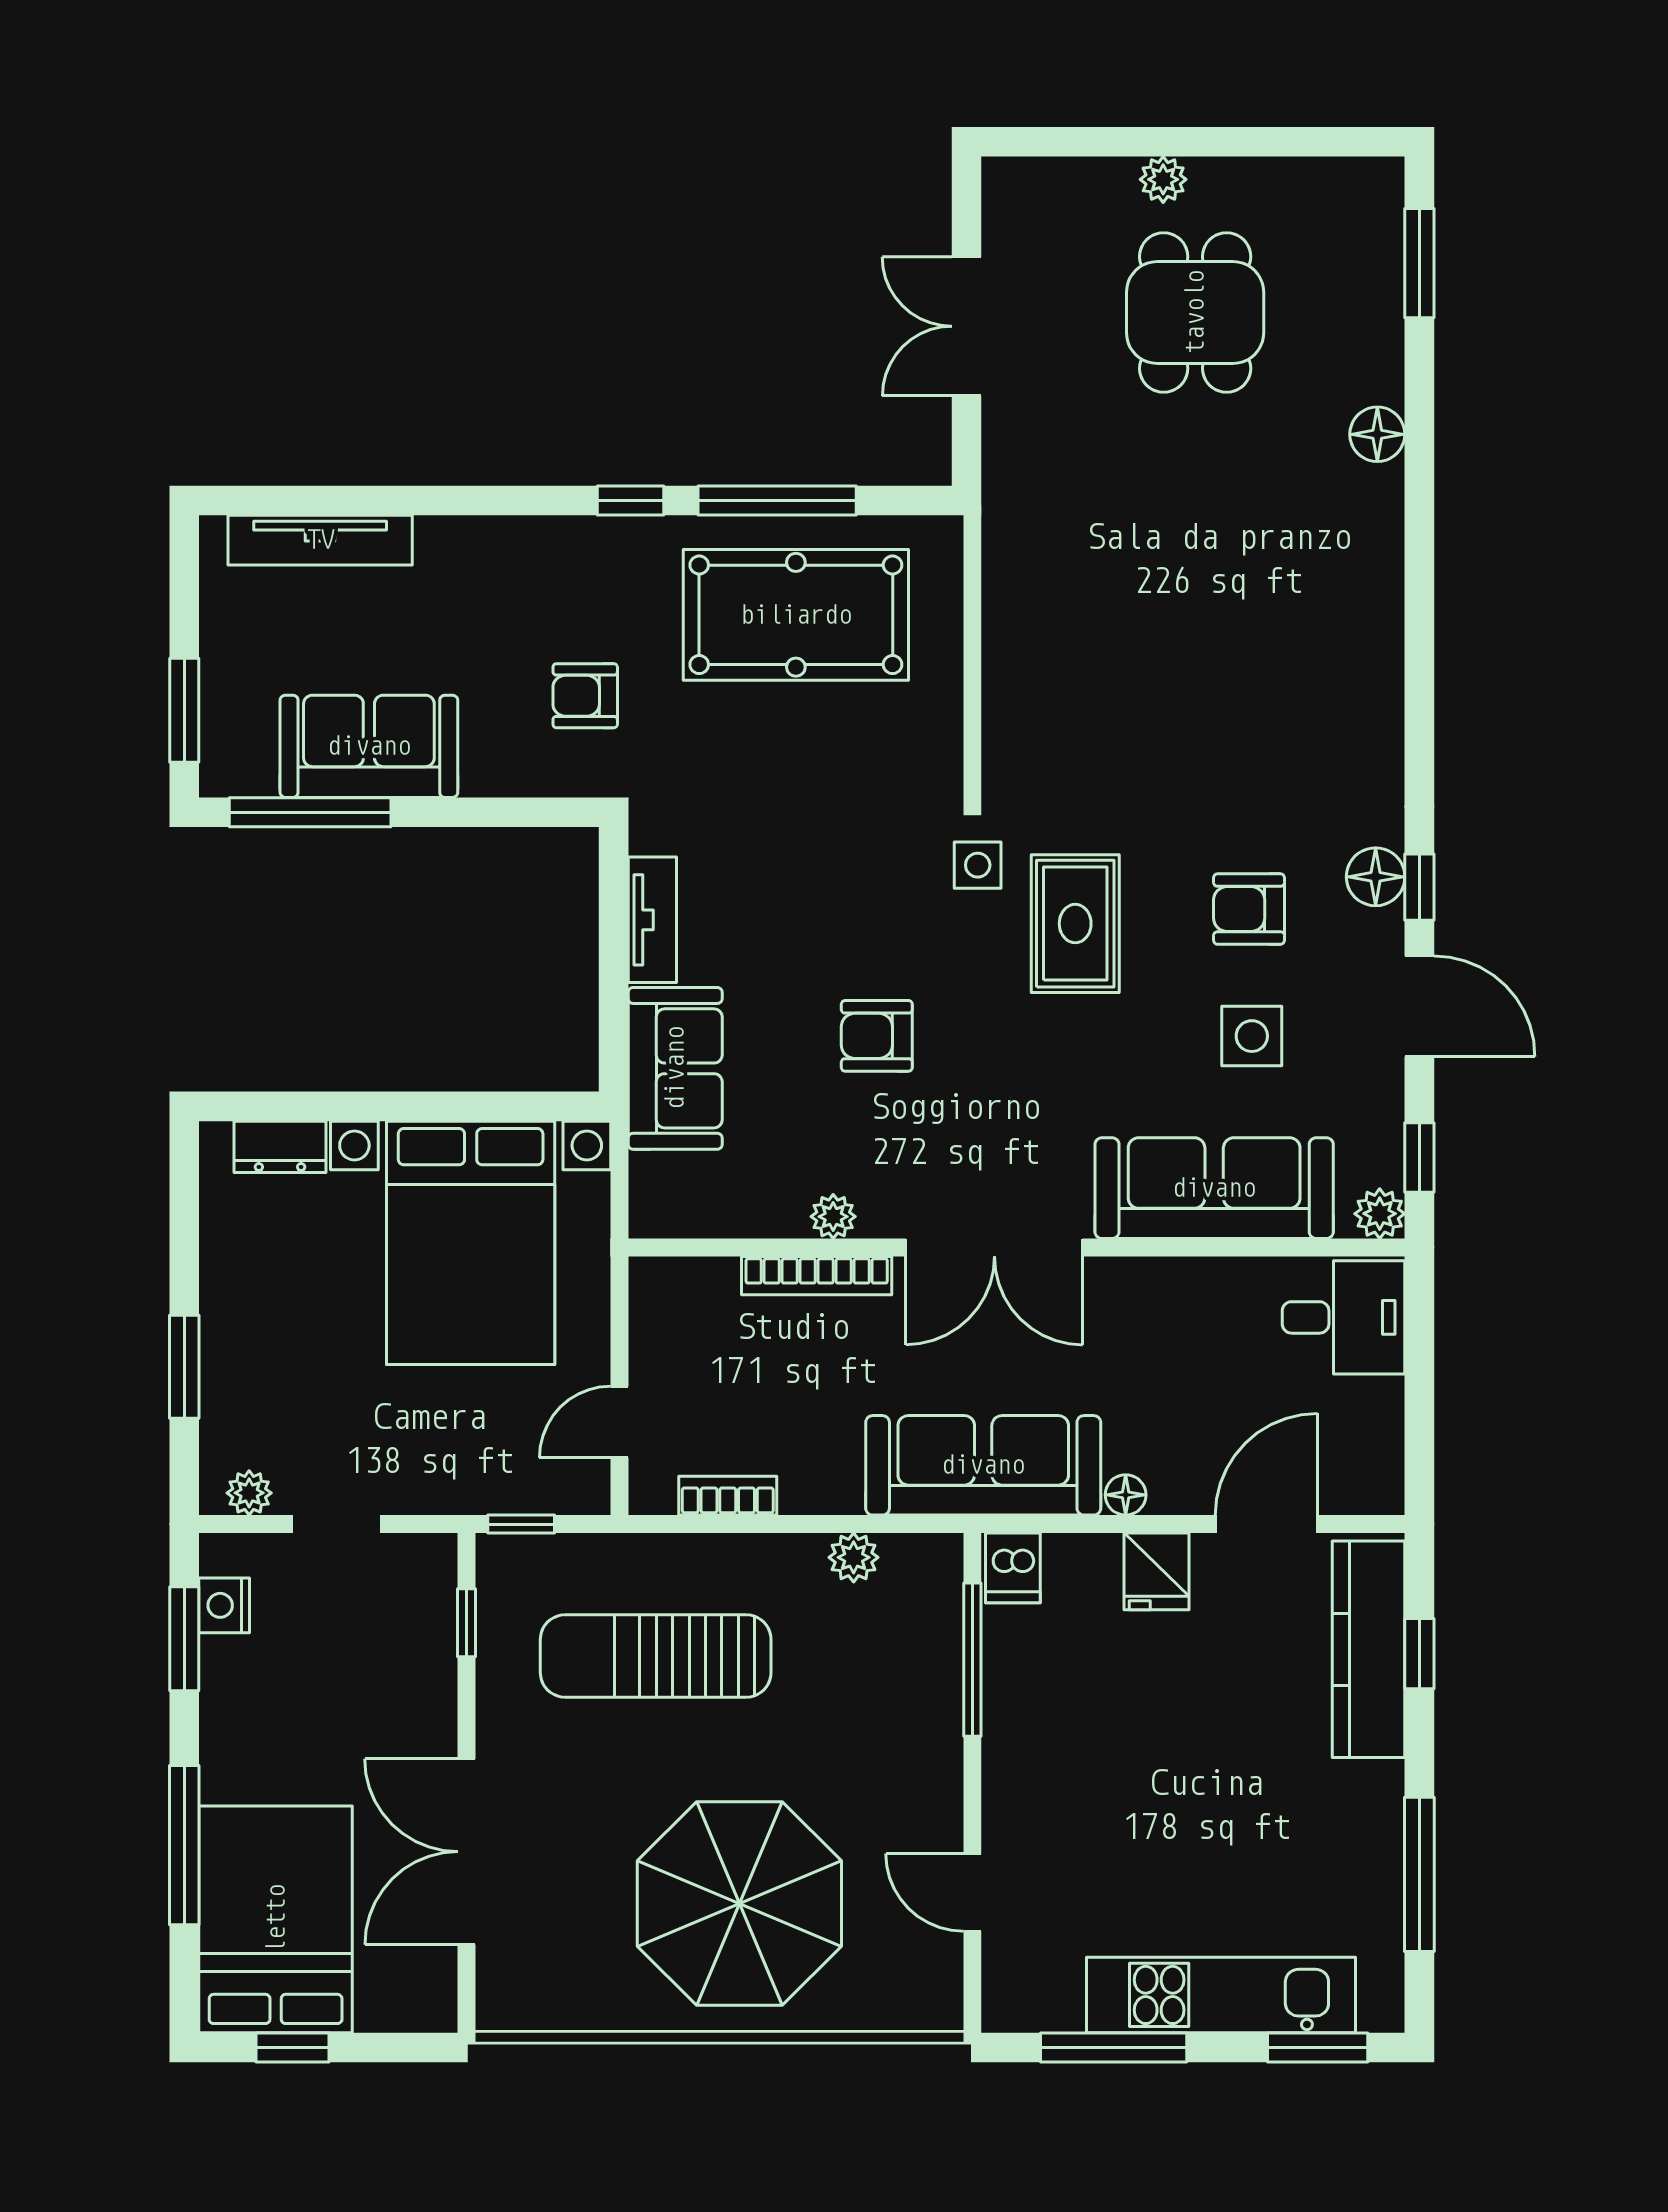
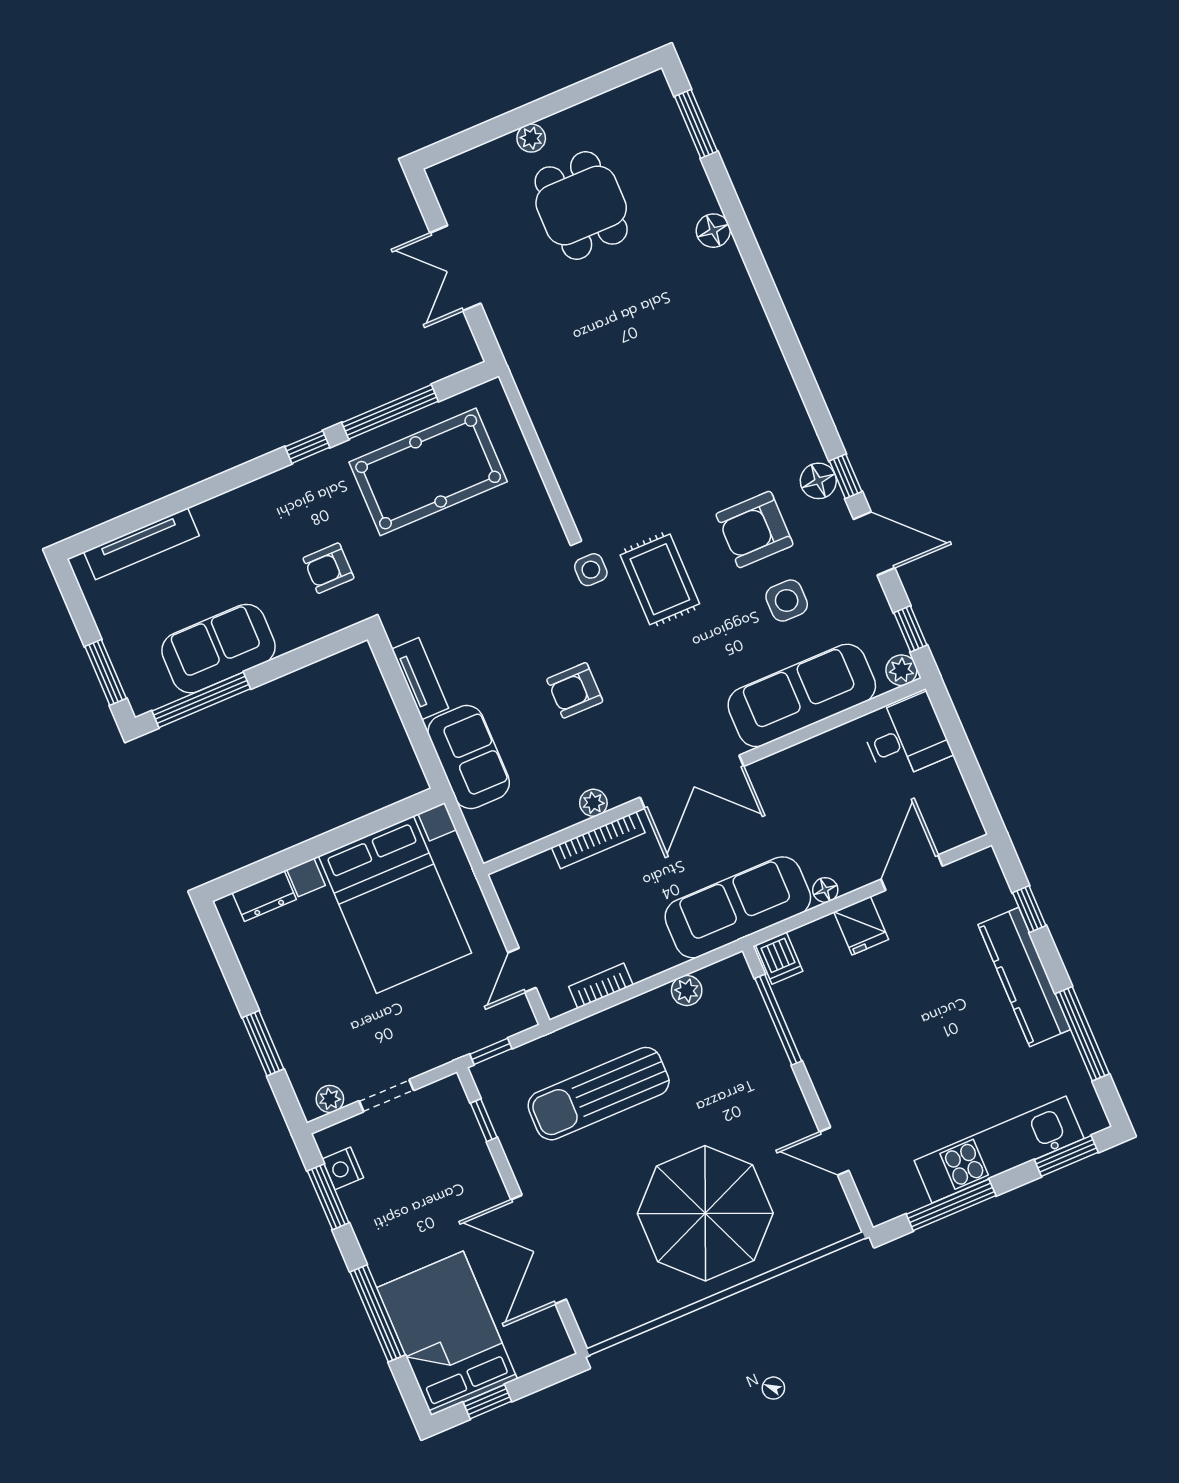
armchair: (1249, 909) -> (755, 529), width x1.38, depth x1.38
kitchen counter: (1369, 1649) -> (1024, 977), moved

